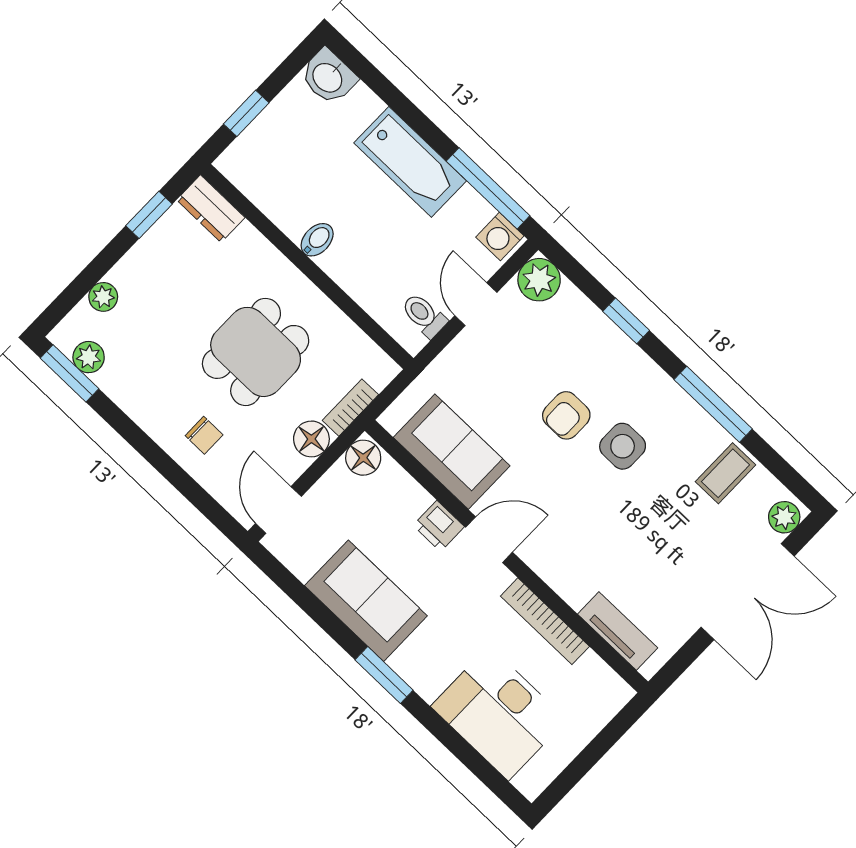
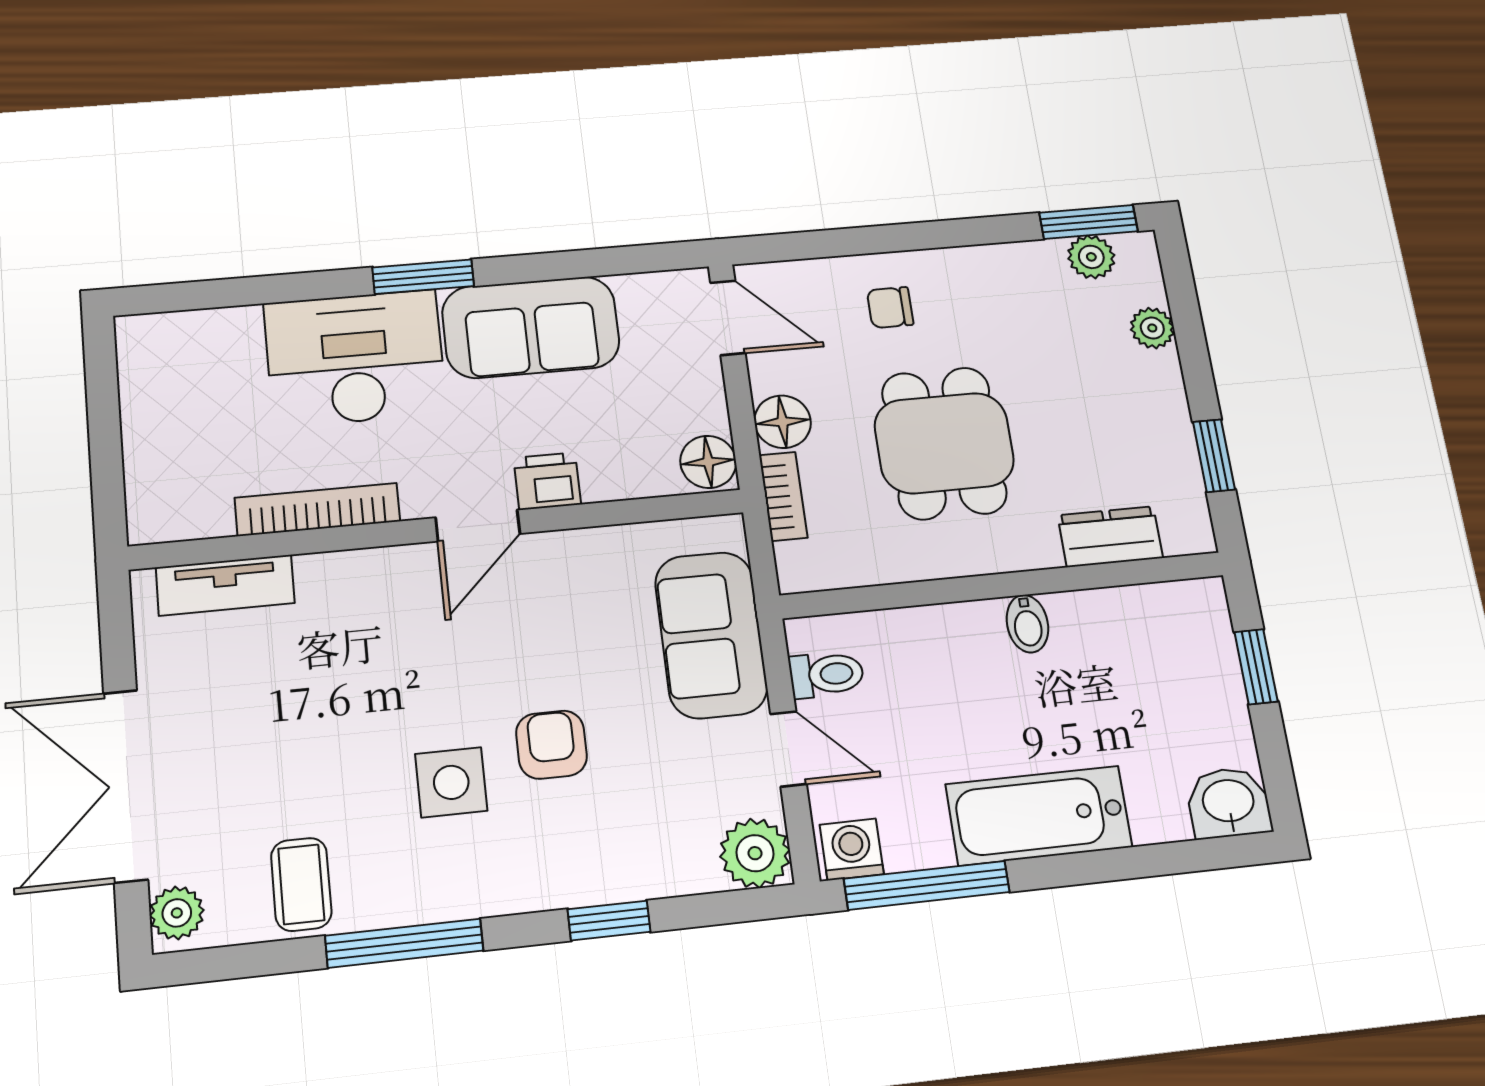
dresser: (211, 209) -> (1110, 537), moved
sofa: (452, 452) -> (711, 635), moved, turned 90
desk: (499, 713) -> (355, 358), moved

